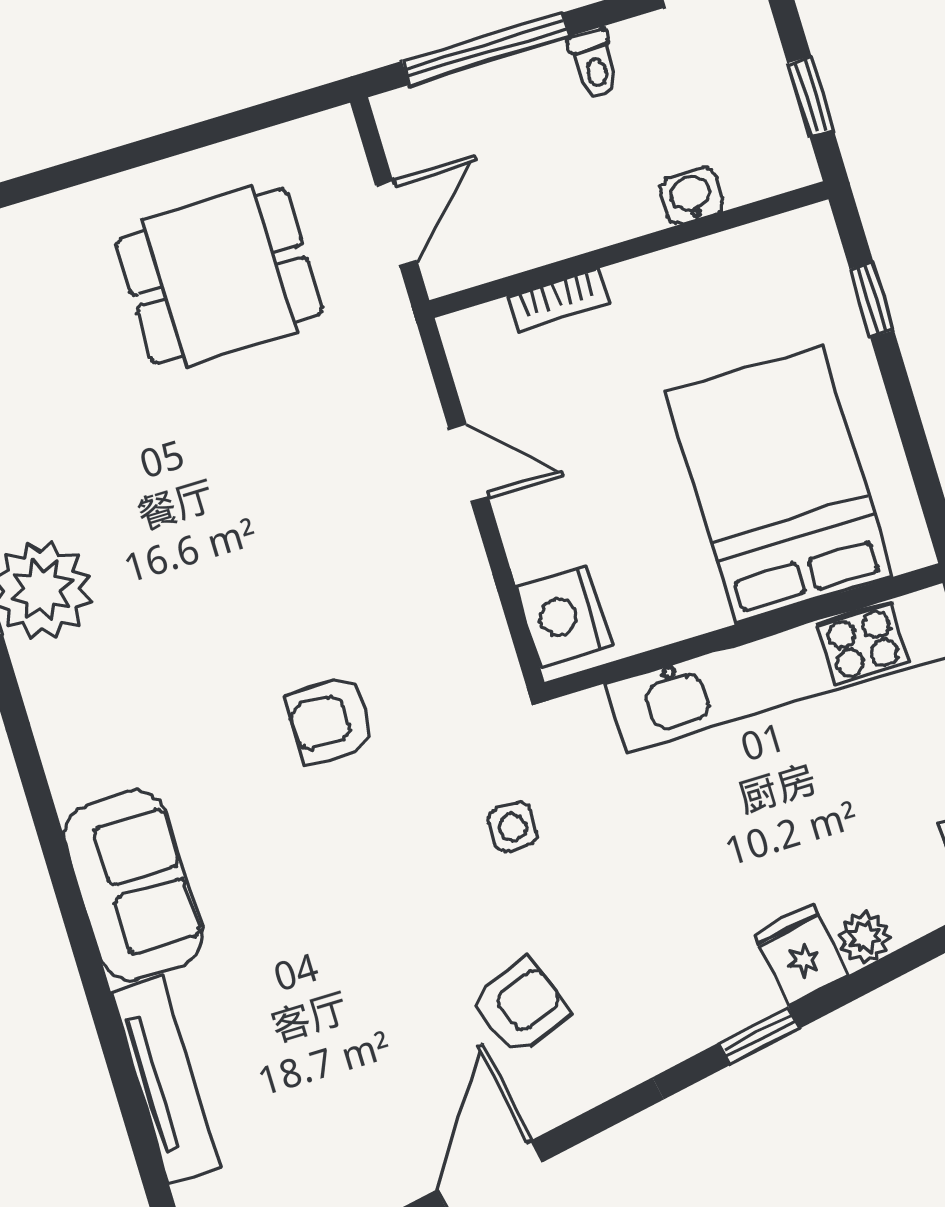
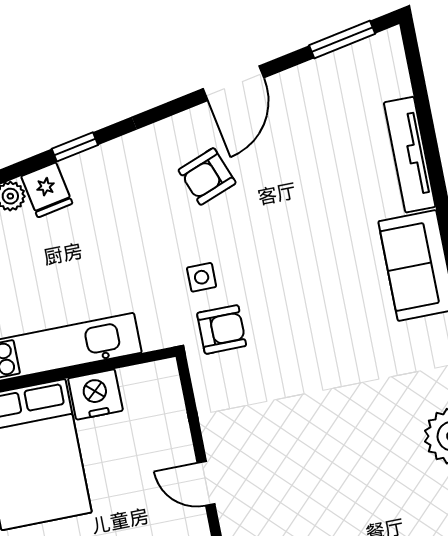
nightstand: (564, 615) -> (95, 394), moved, turned -90
armchair: (330, 720) -> (222, 329), moved

